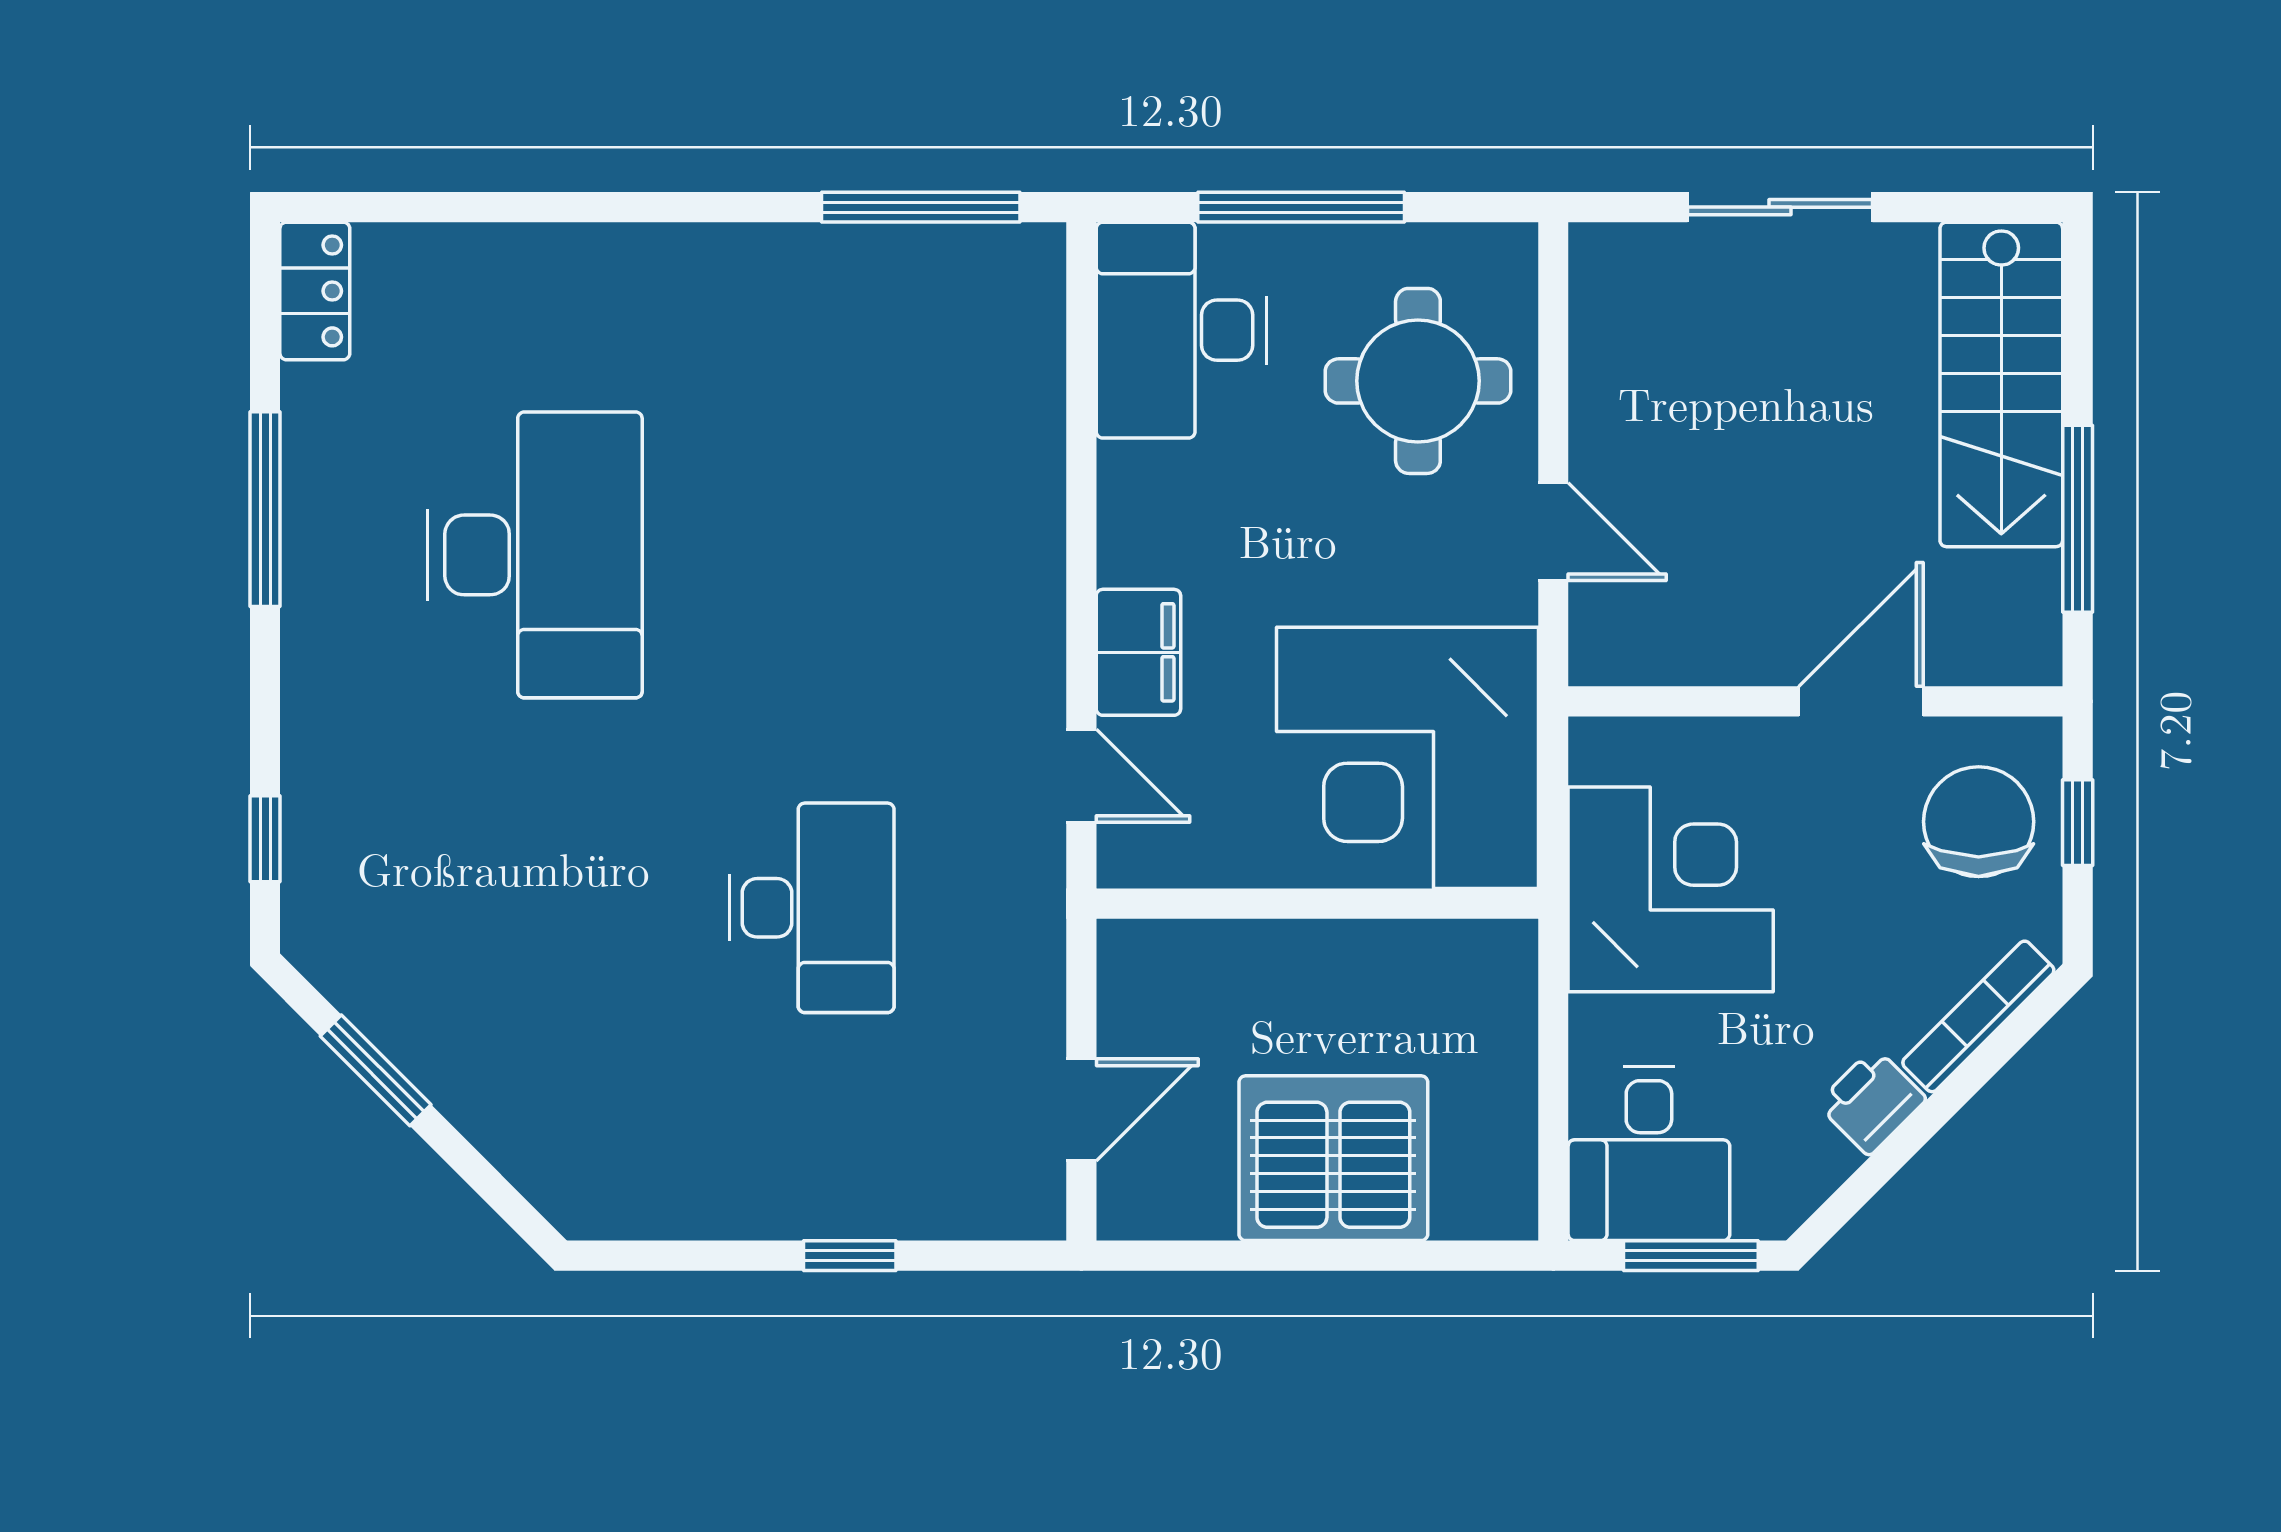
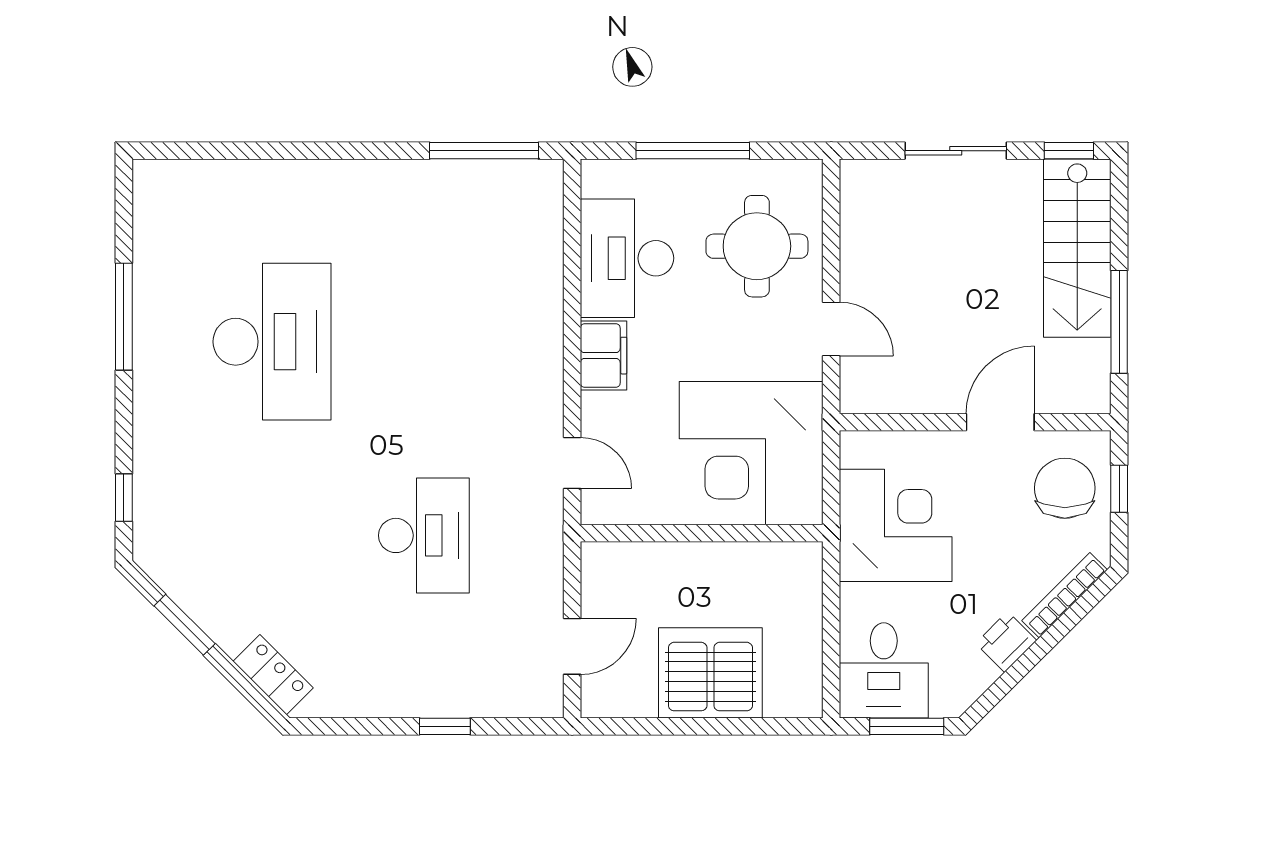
window: (1986, 207) -> (1069, 151), added
locker: (315, 291) -> (273, 675), moved, turned -45
desk: (1181, 330) -> (627, 258), moved
filing cabinet: (1138, 652) -> (603, 356), moved

